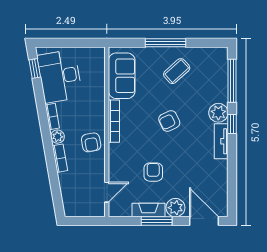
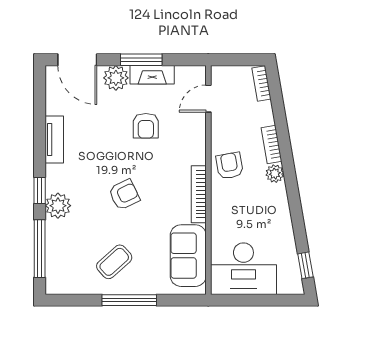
desk: (60, 76) -> (243, 269), moved, turned 100
bookcase: (52, 117) -> (262, 84), moved
tv unit: (221, 141) -> (54, 139), moved

